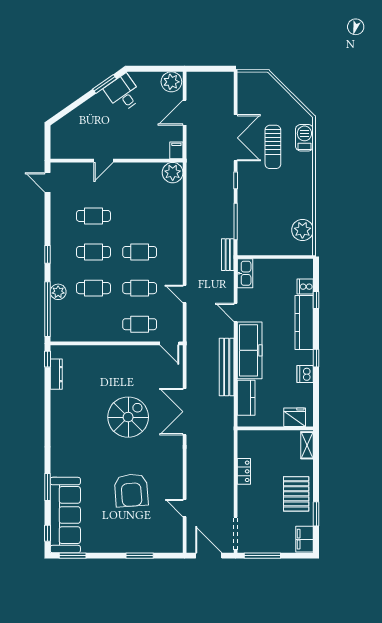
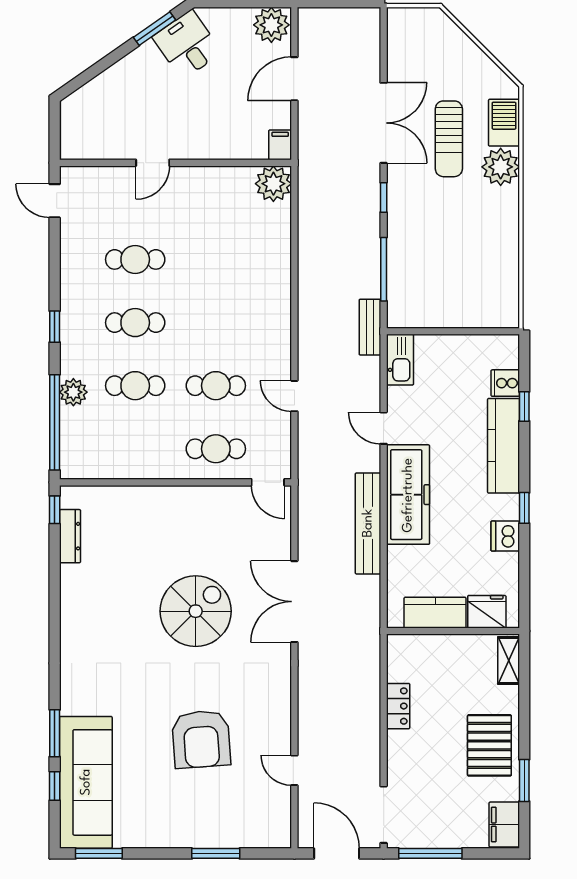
plant: (302, 230) -> (501, 167), moved
cafe table: (140, 252) -> (216, 323), removed
kitchen counter: (246, 398) -> (435, 613), moved, turned -90
window: (47, 533) -> (55, 786), moved

